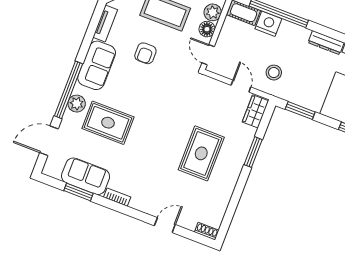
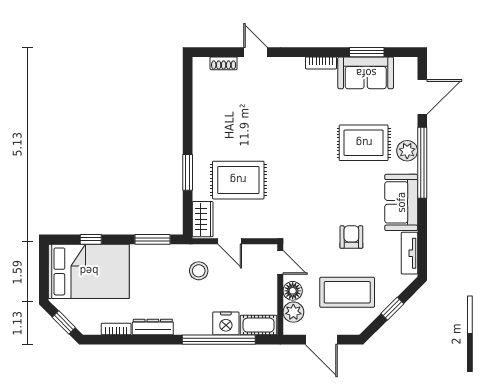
rug: (201, 153) -> (238, 180), moved, turned 90
door: (165, 225) -> (255, 52), swing flipped
shoe rack: (207, 231) -> (224, 63), moved

